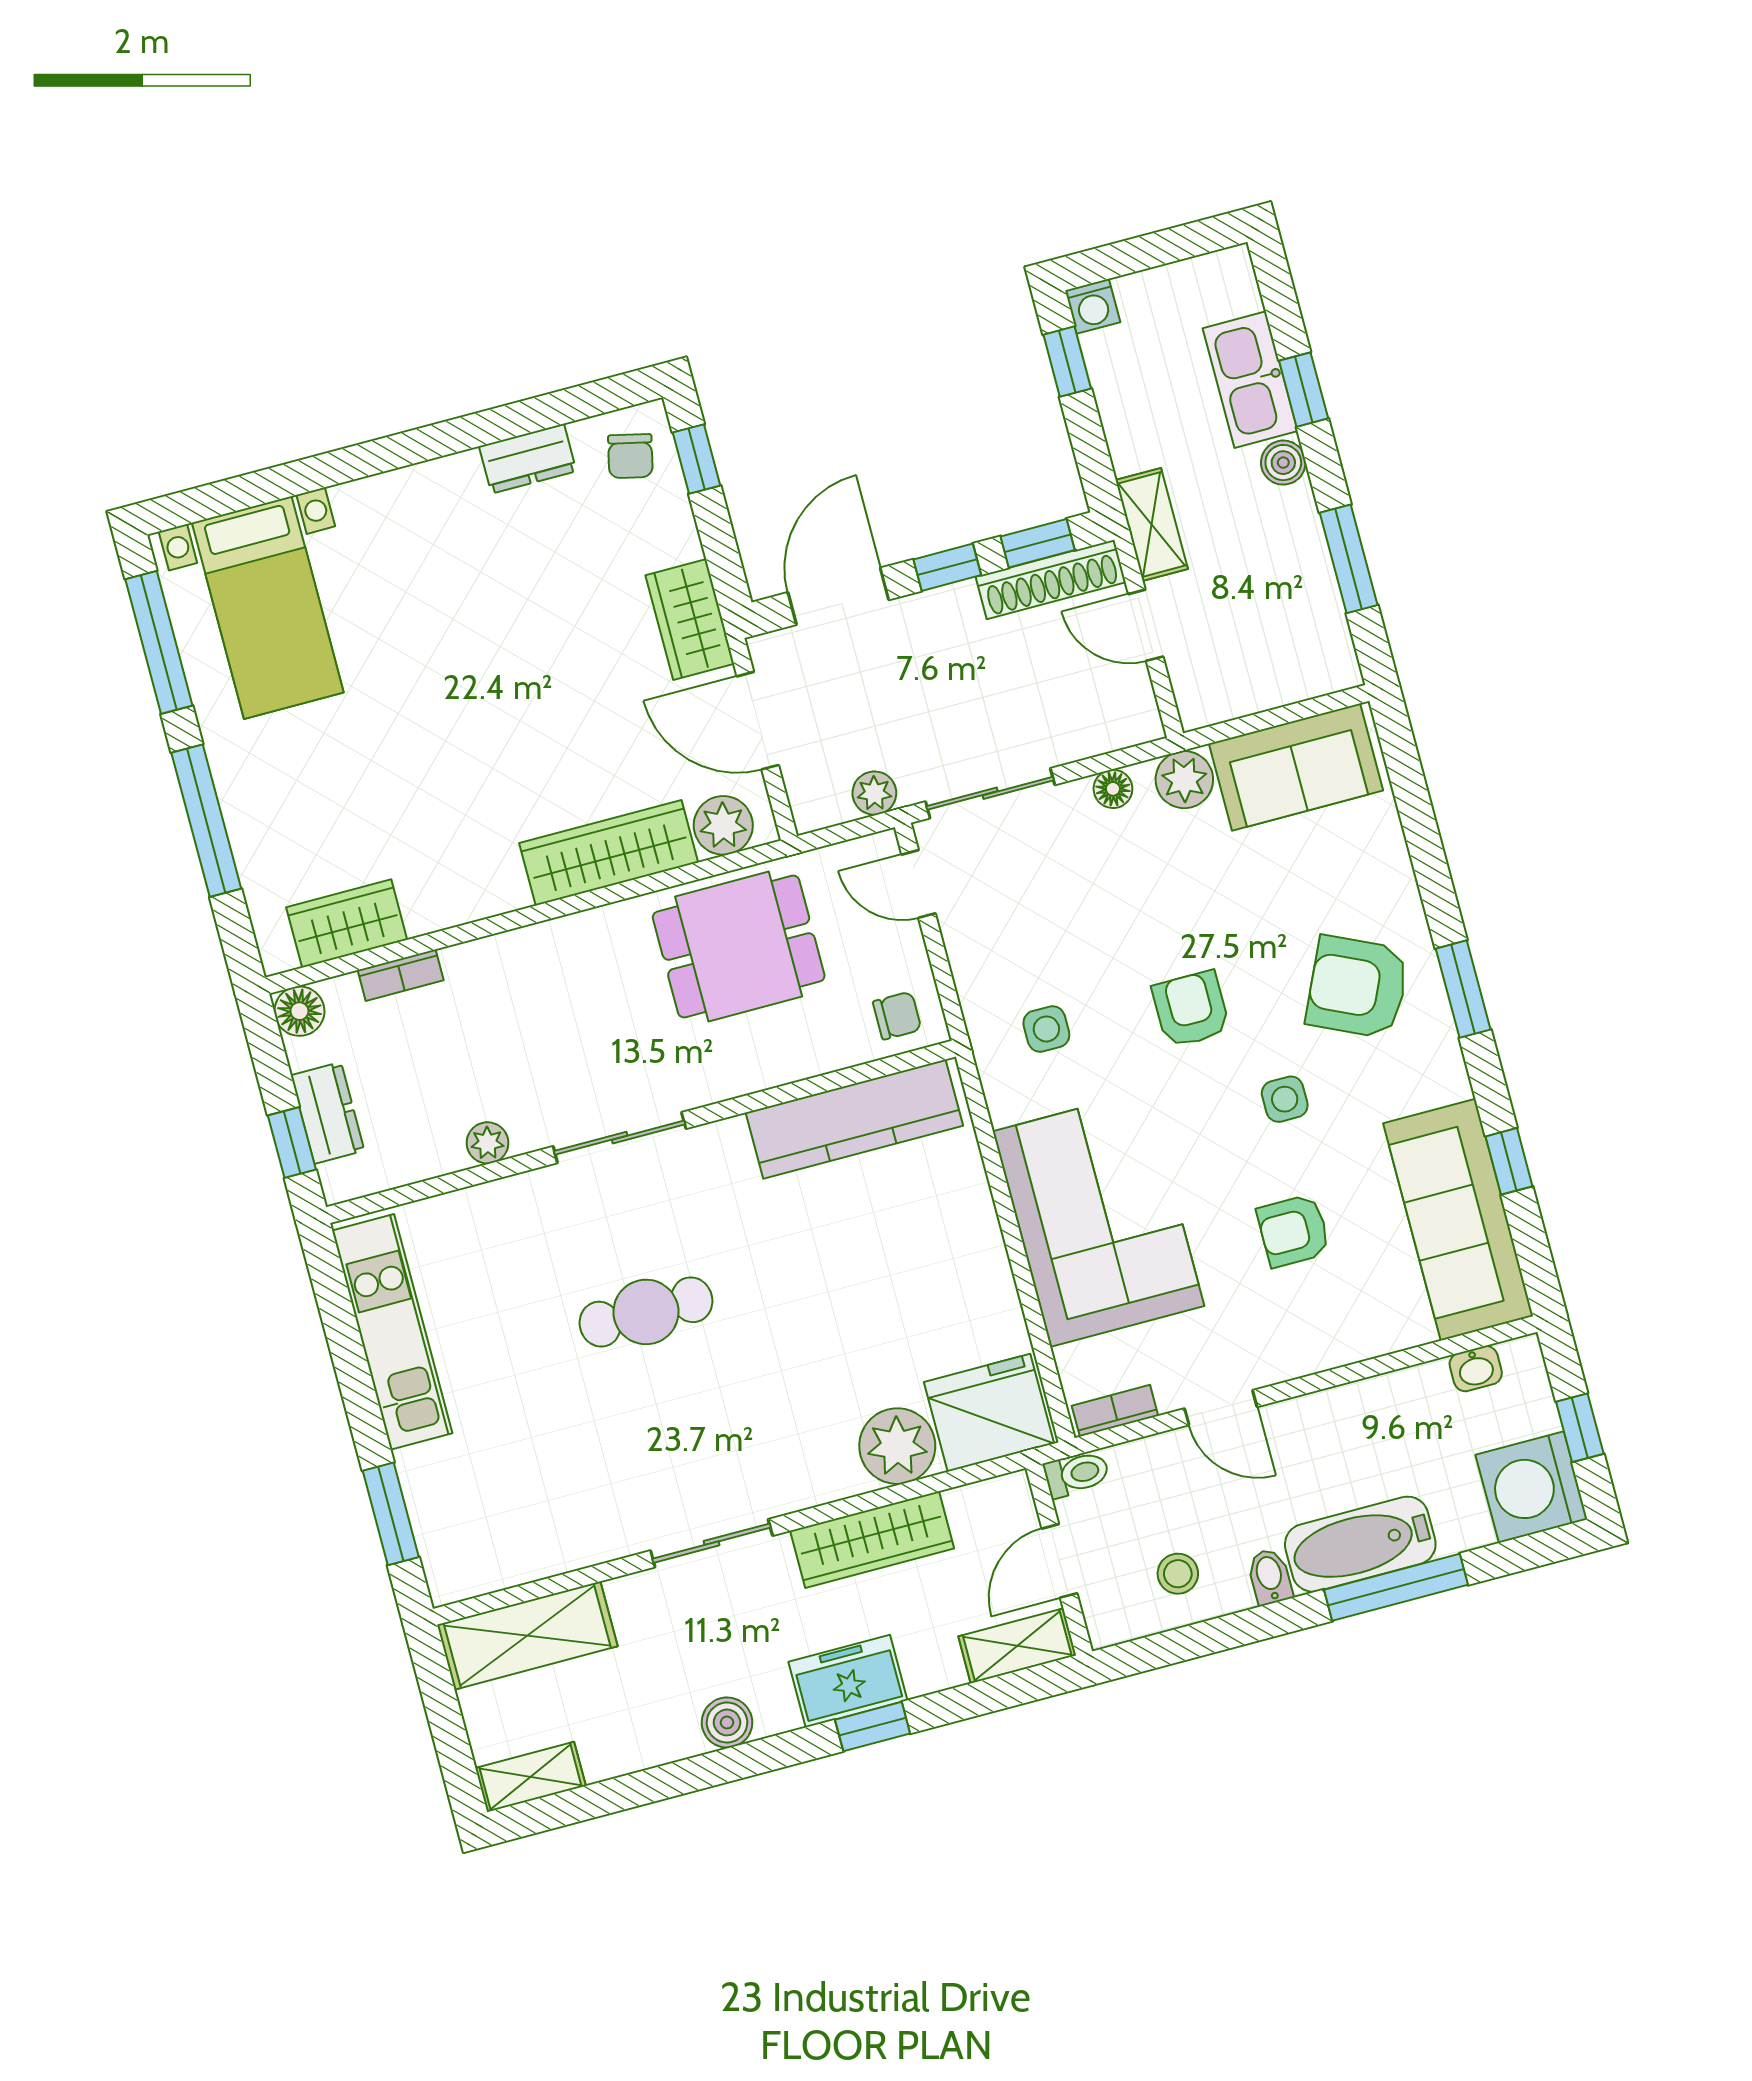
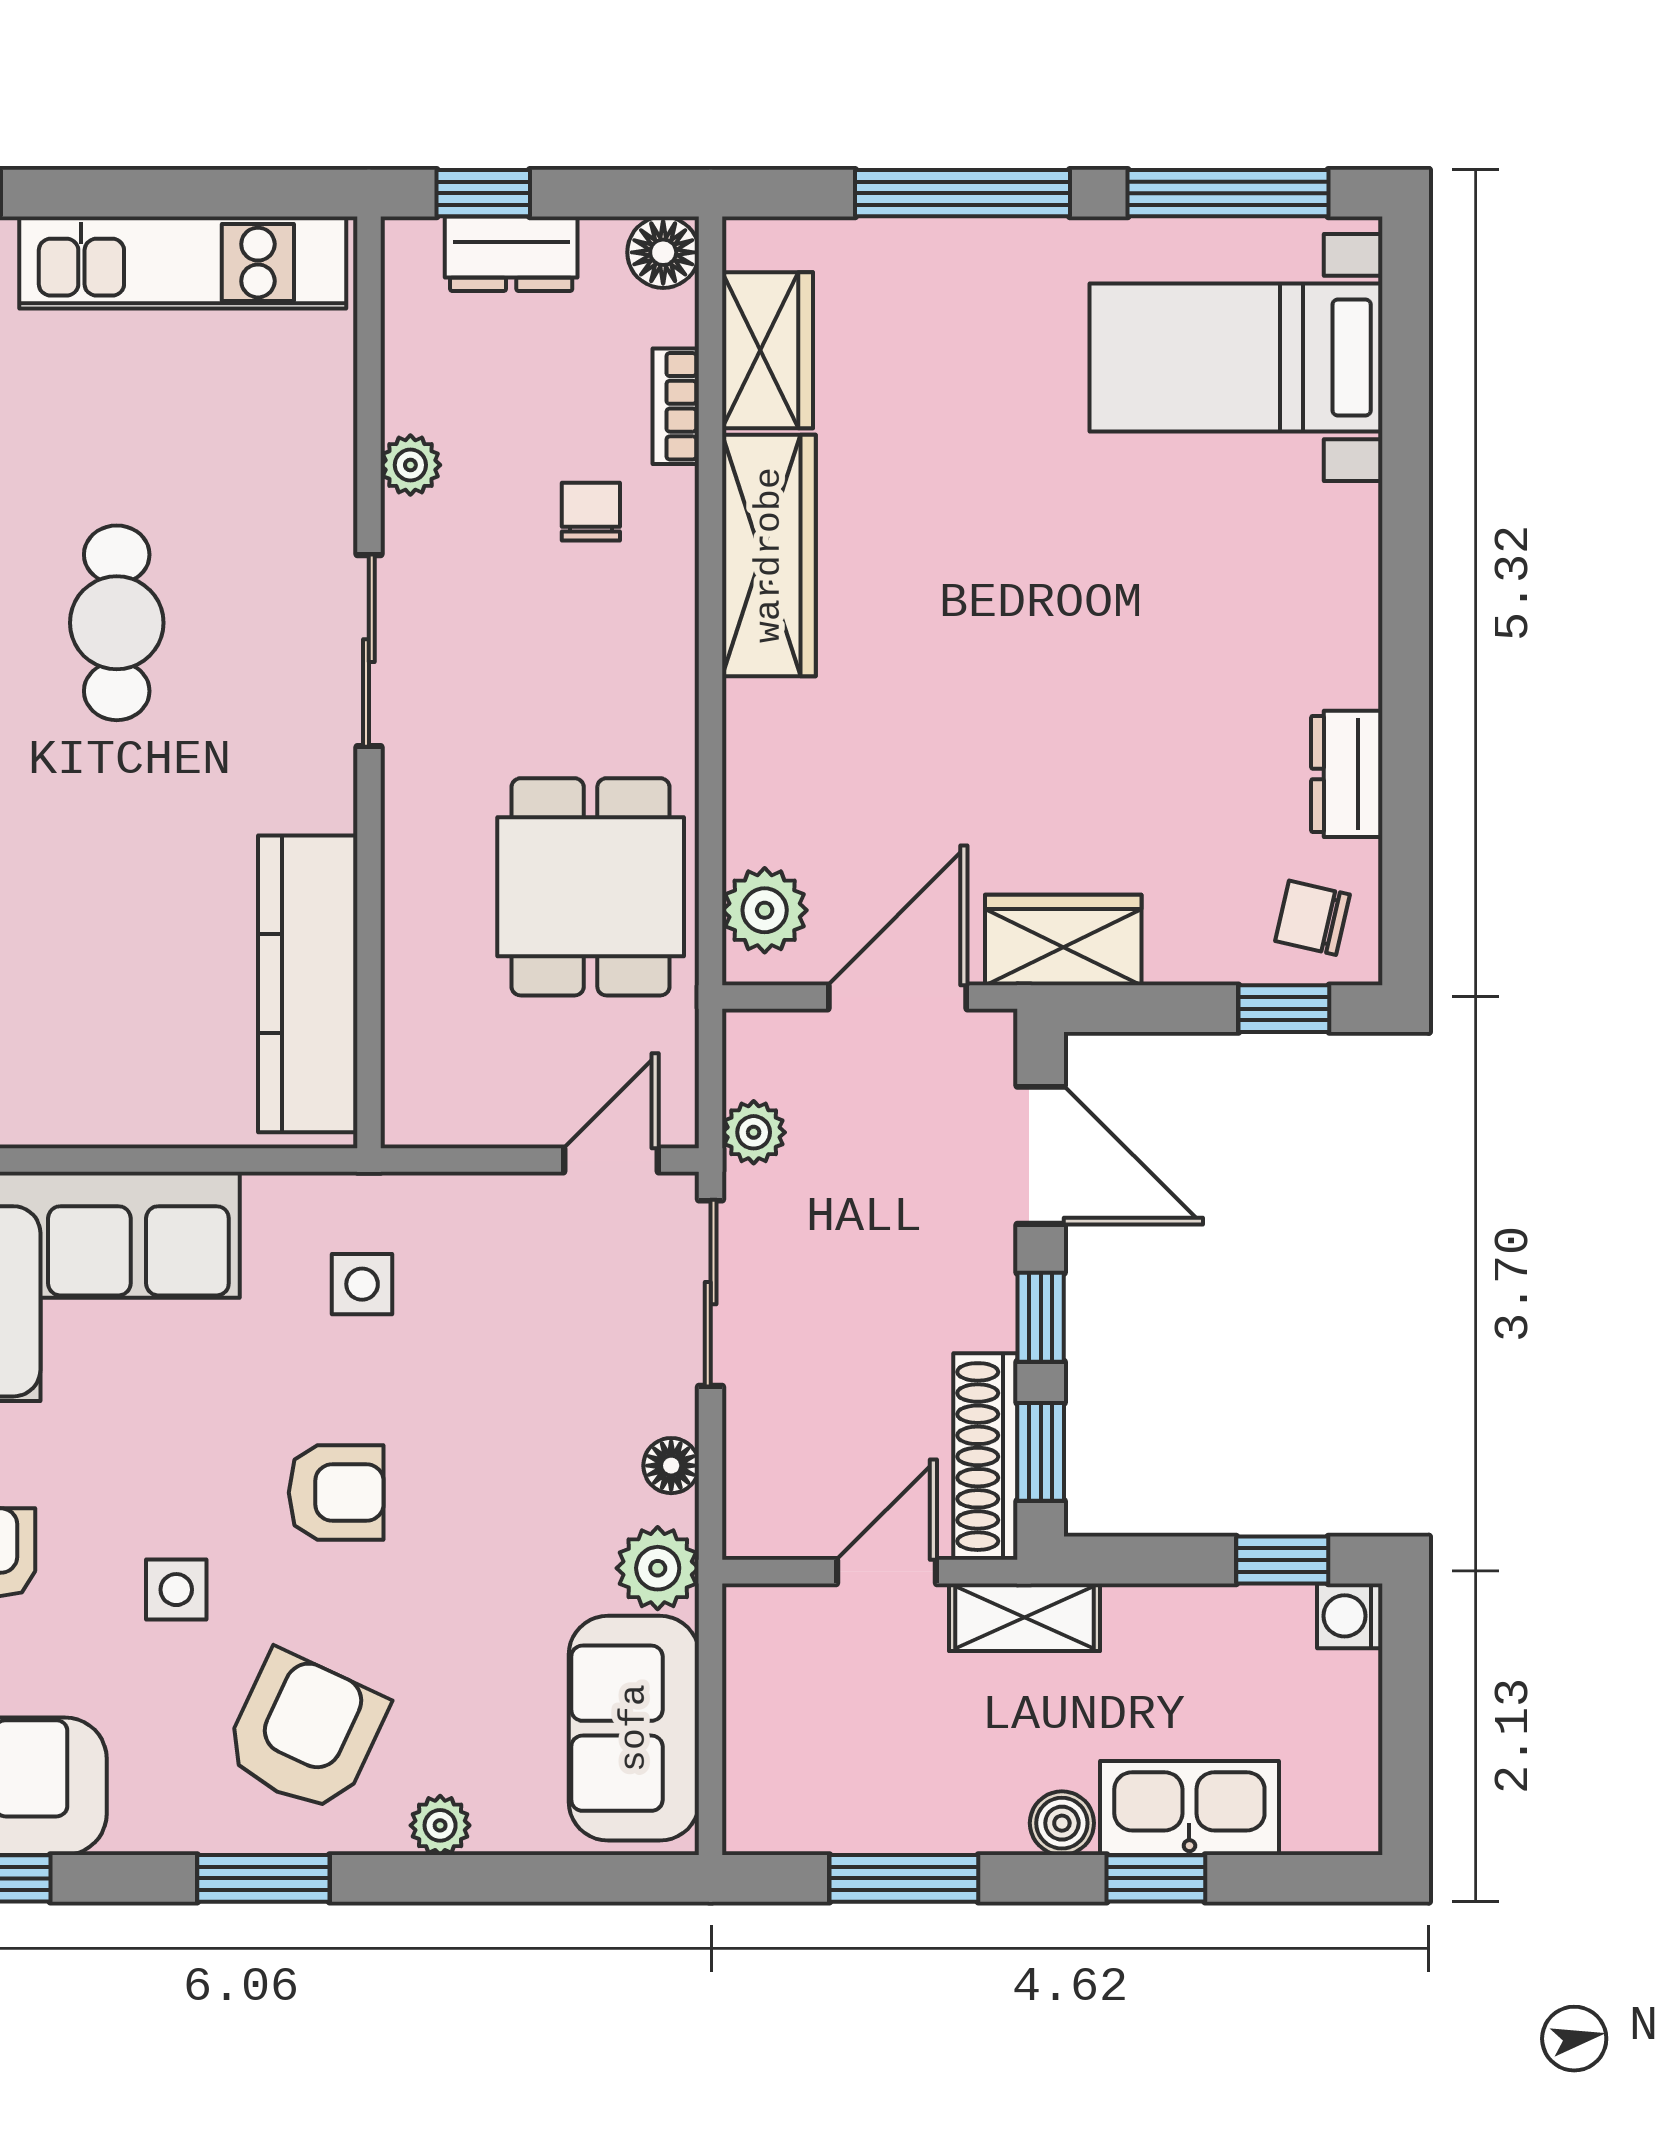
wardrobe: (609, 853) -> (769, 555), moved
plant: (1396, 880) -> (440, 1825), added
chair: (897, 1016) -> (591, 512), moved, turned 180

